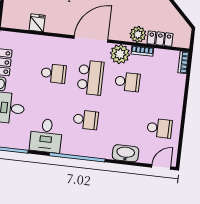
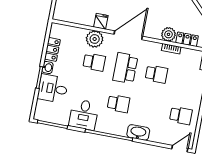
fridge: (37, 23) -> (101, 21), moved
plant: (120, 54) -> (95, 39), moved
school desk: (90, 78) -> (125, 68), turned 180
washbasin: (126, 153) -> (138, 132), moved

